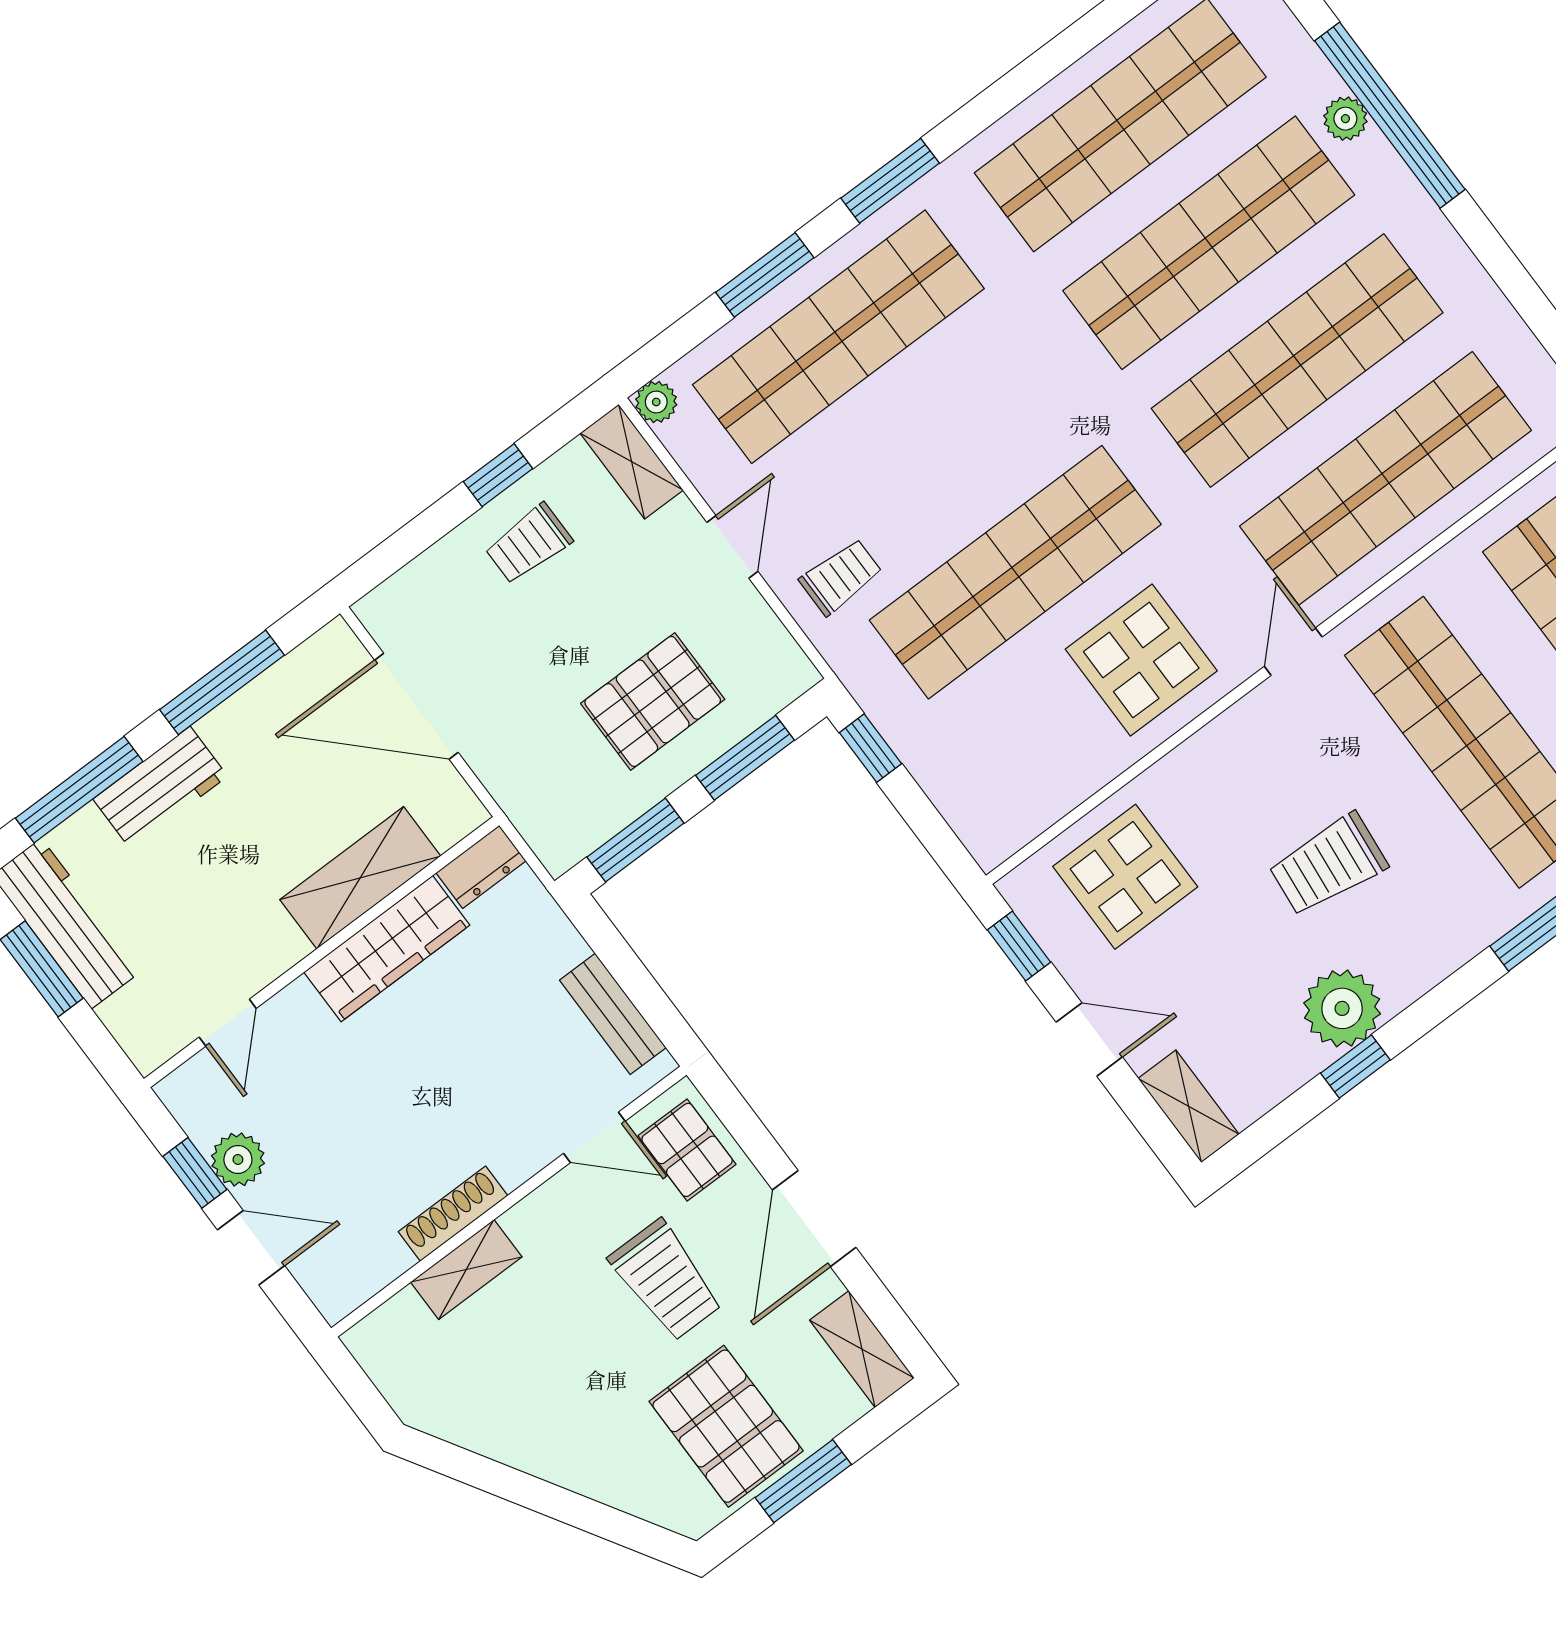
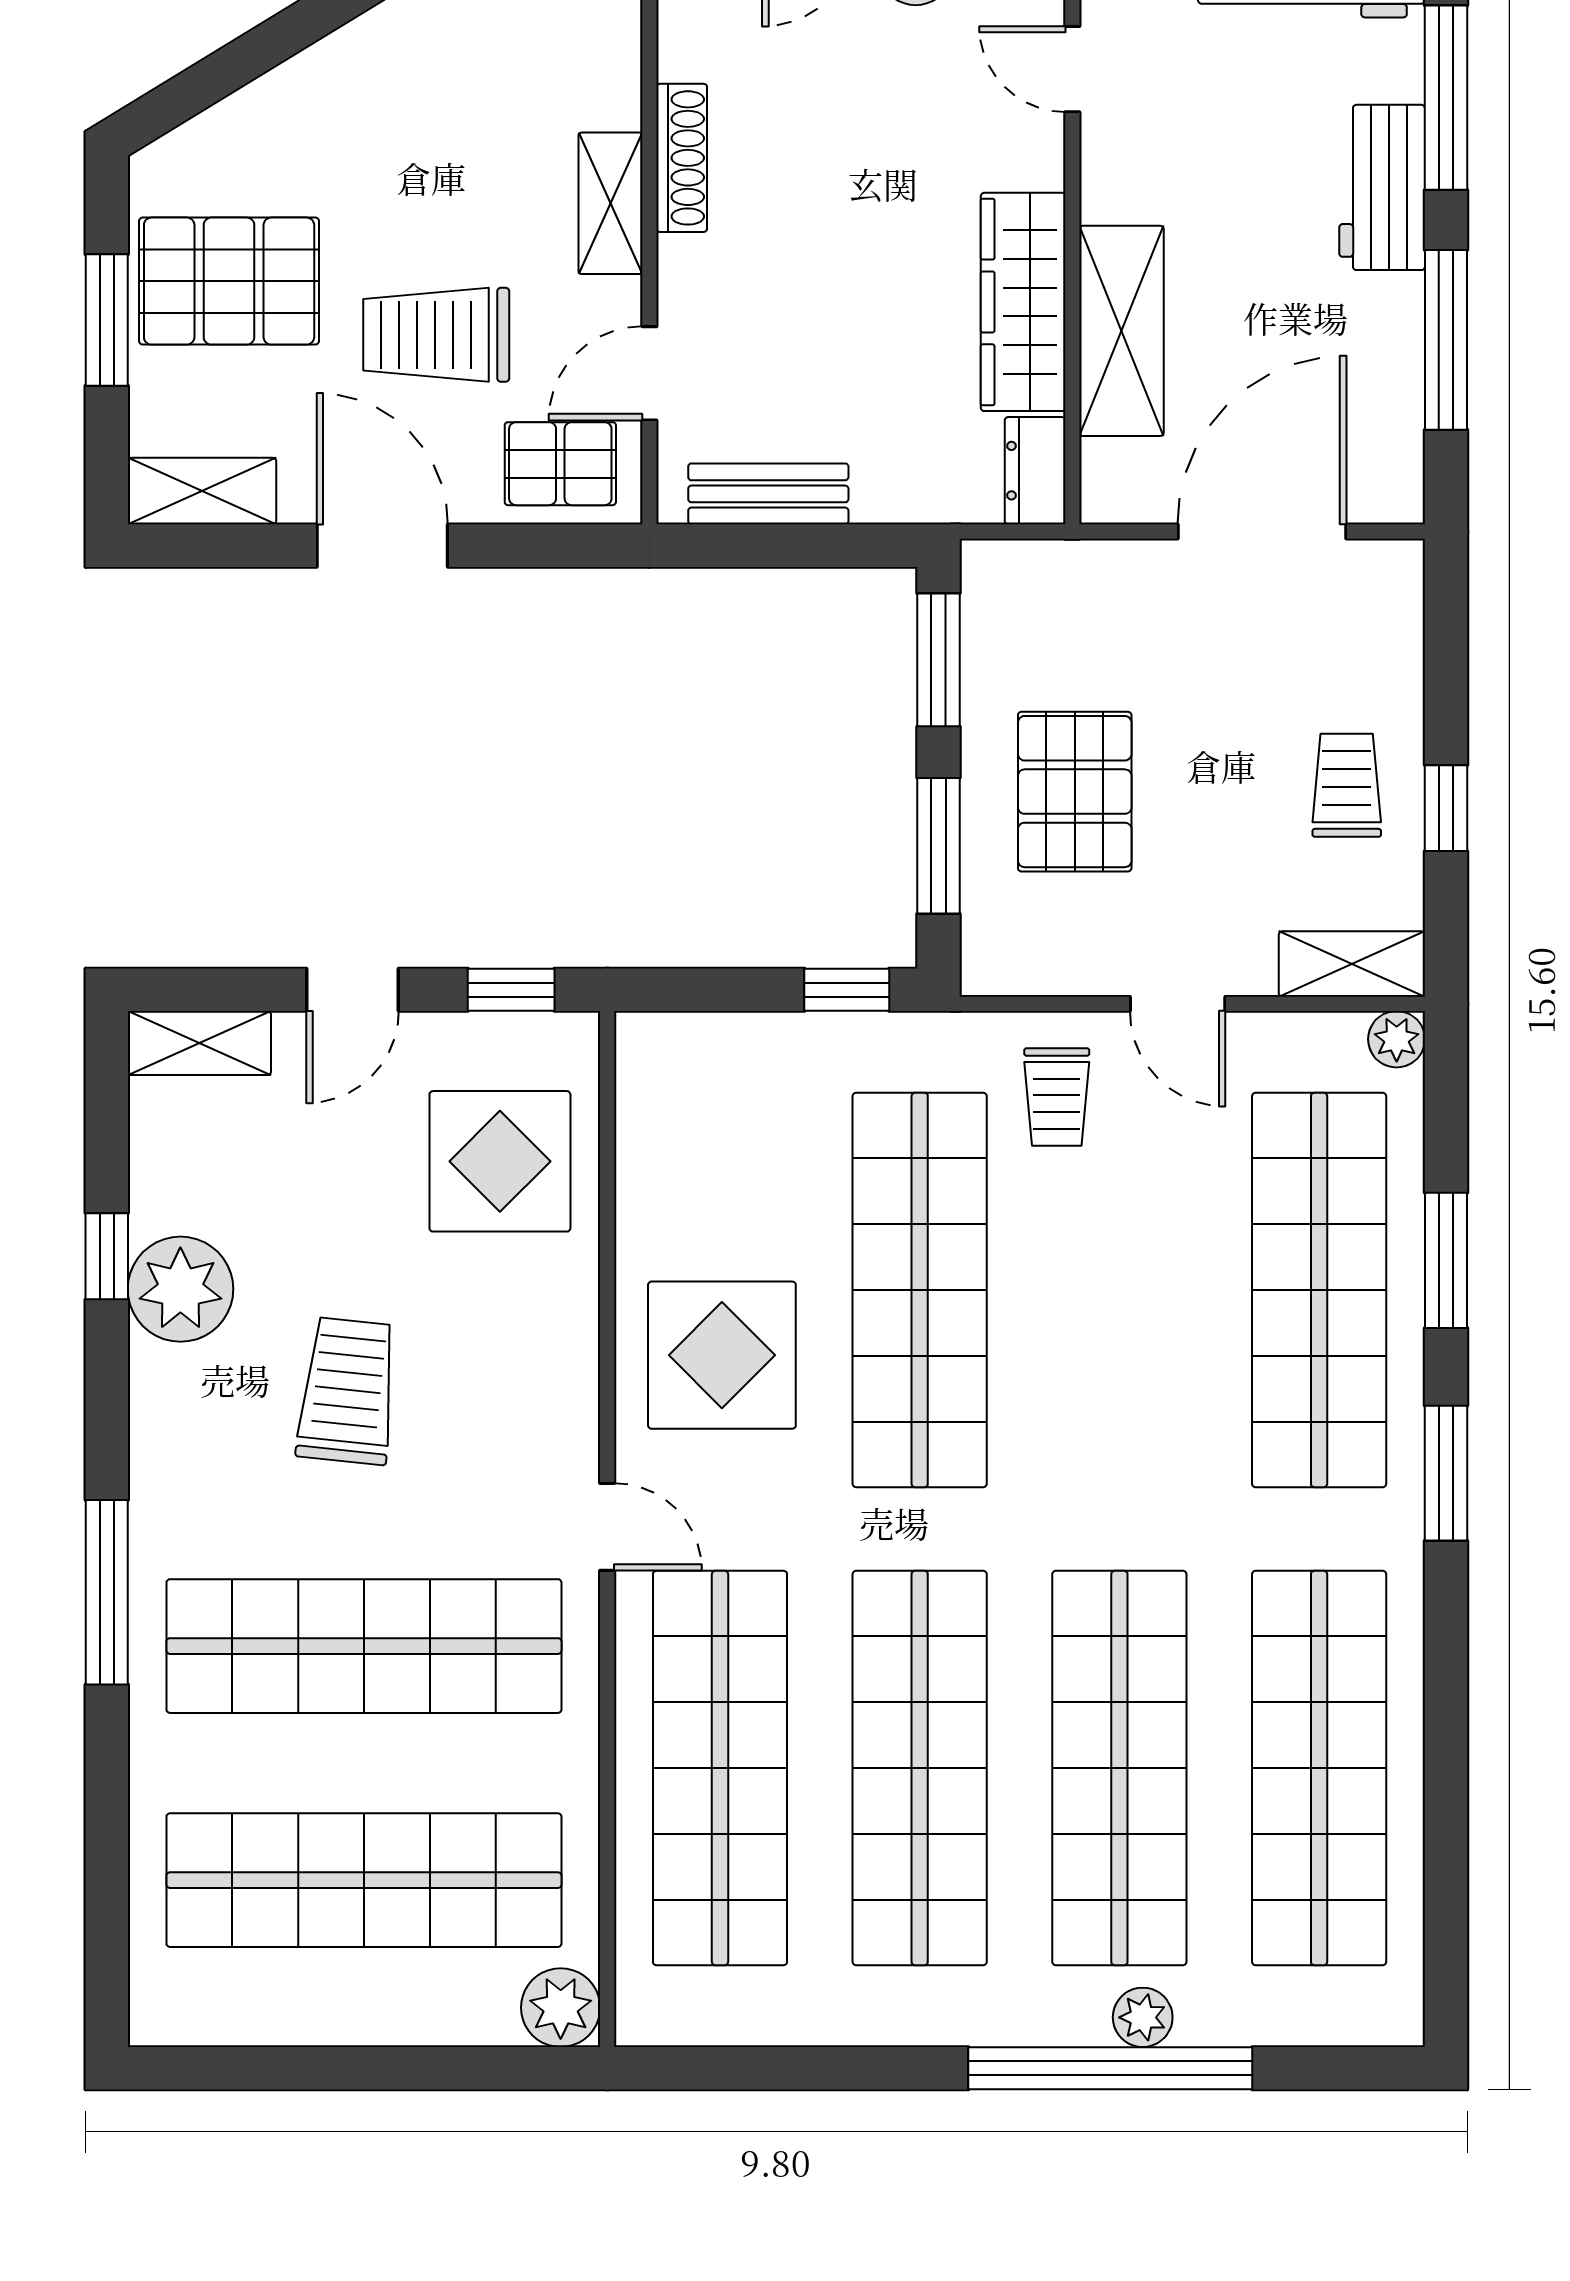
shelving: (466, 1269) -> (610, 203), moved

